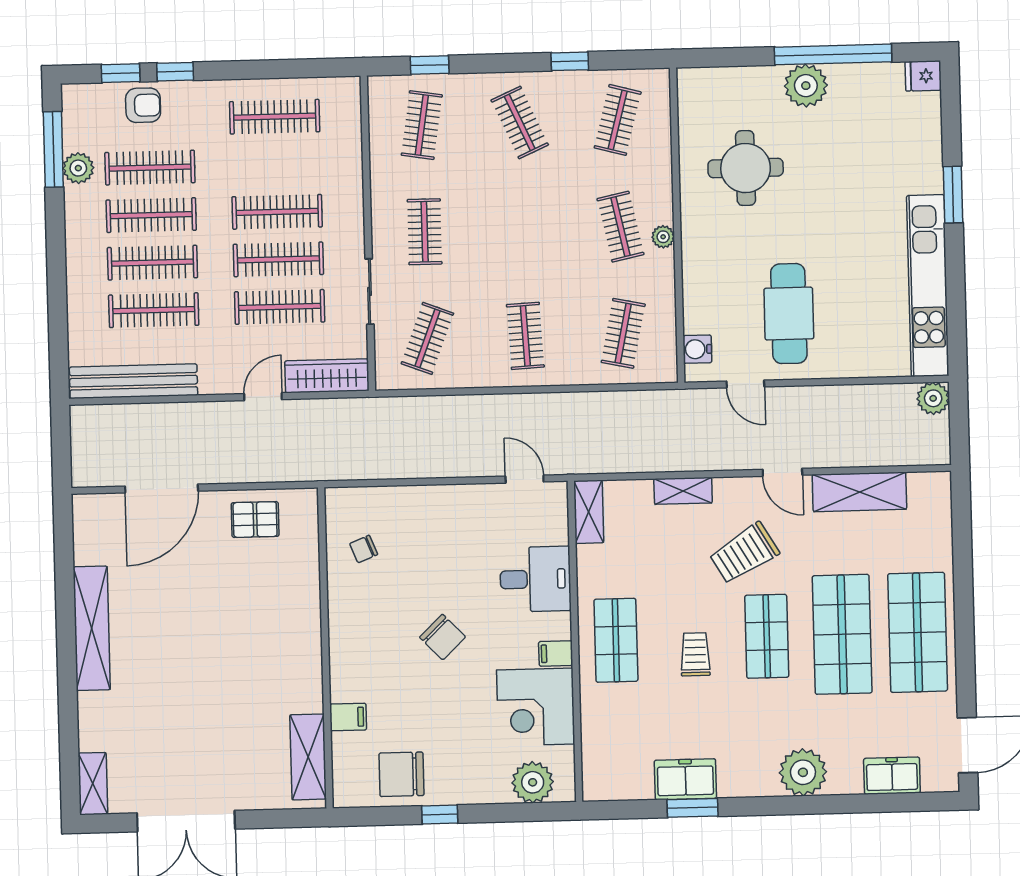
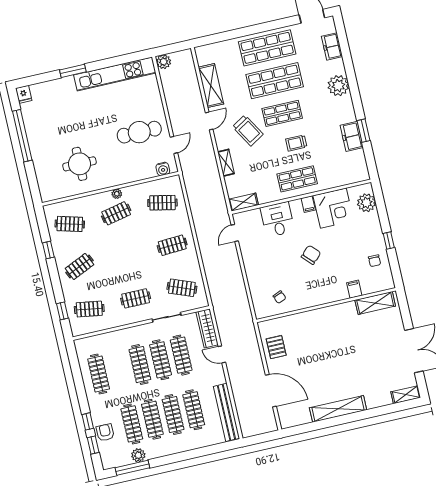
plant: (806, 86) -> (38, 145), removed
chair: (401, 774) -> (375, 261), width x0.54, depth x0.54

